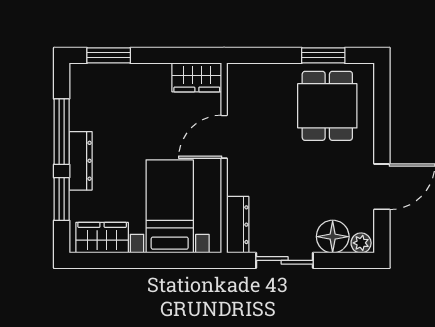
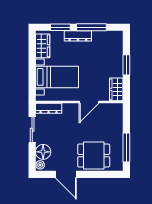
window: (109, 55) -> (126, 65), moved
window: (323, 55) -> (126, 148), width x1.44
dining table: (327, 106) -> (94, 156), moved
door: (224, 137) -> (89, 102), swing flipped

